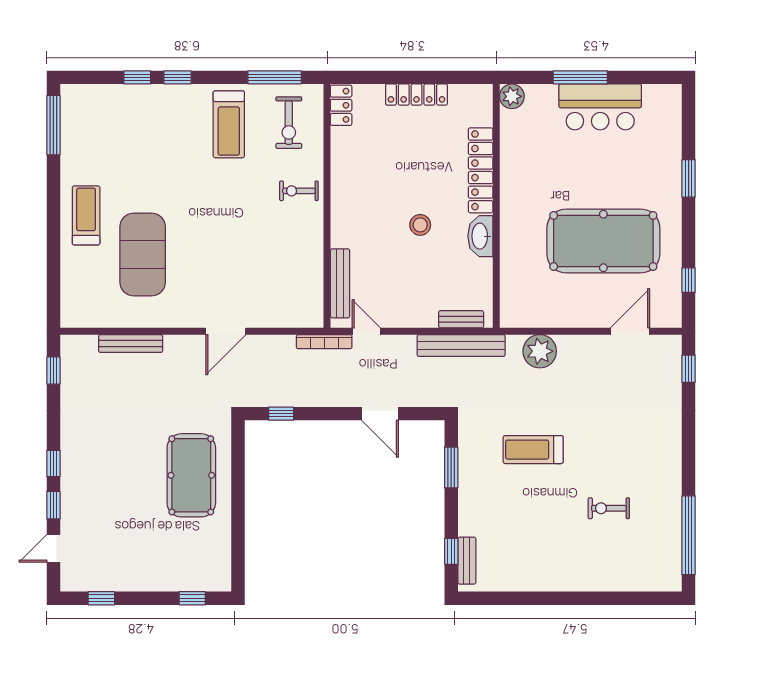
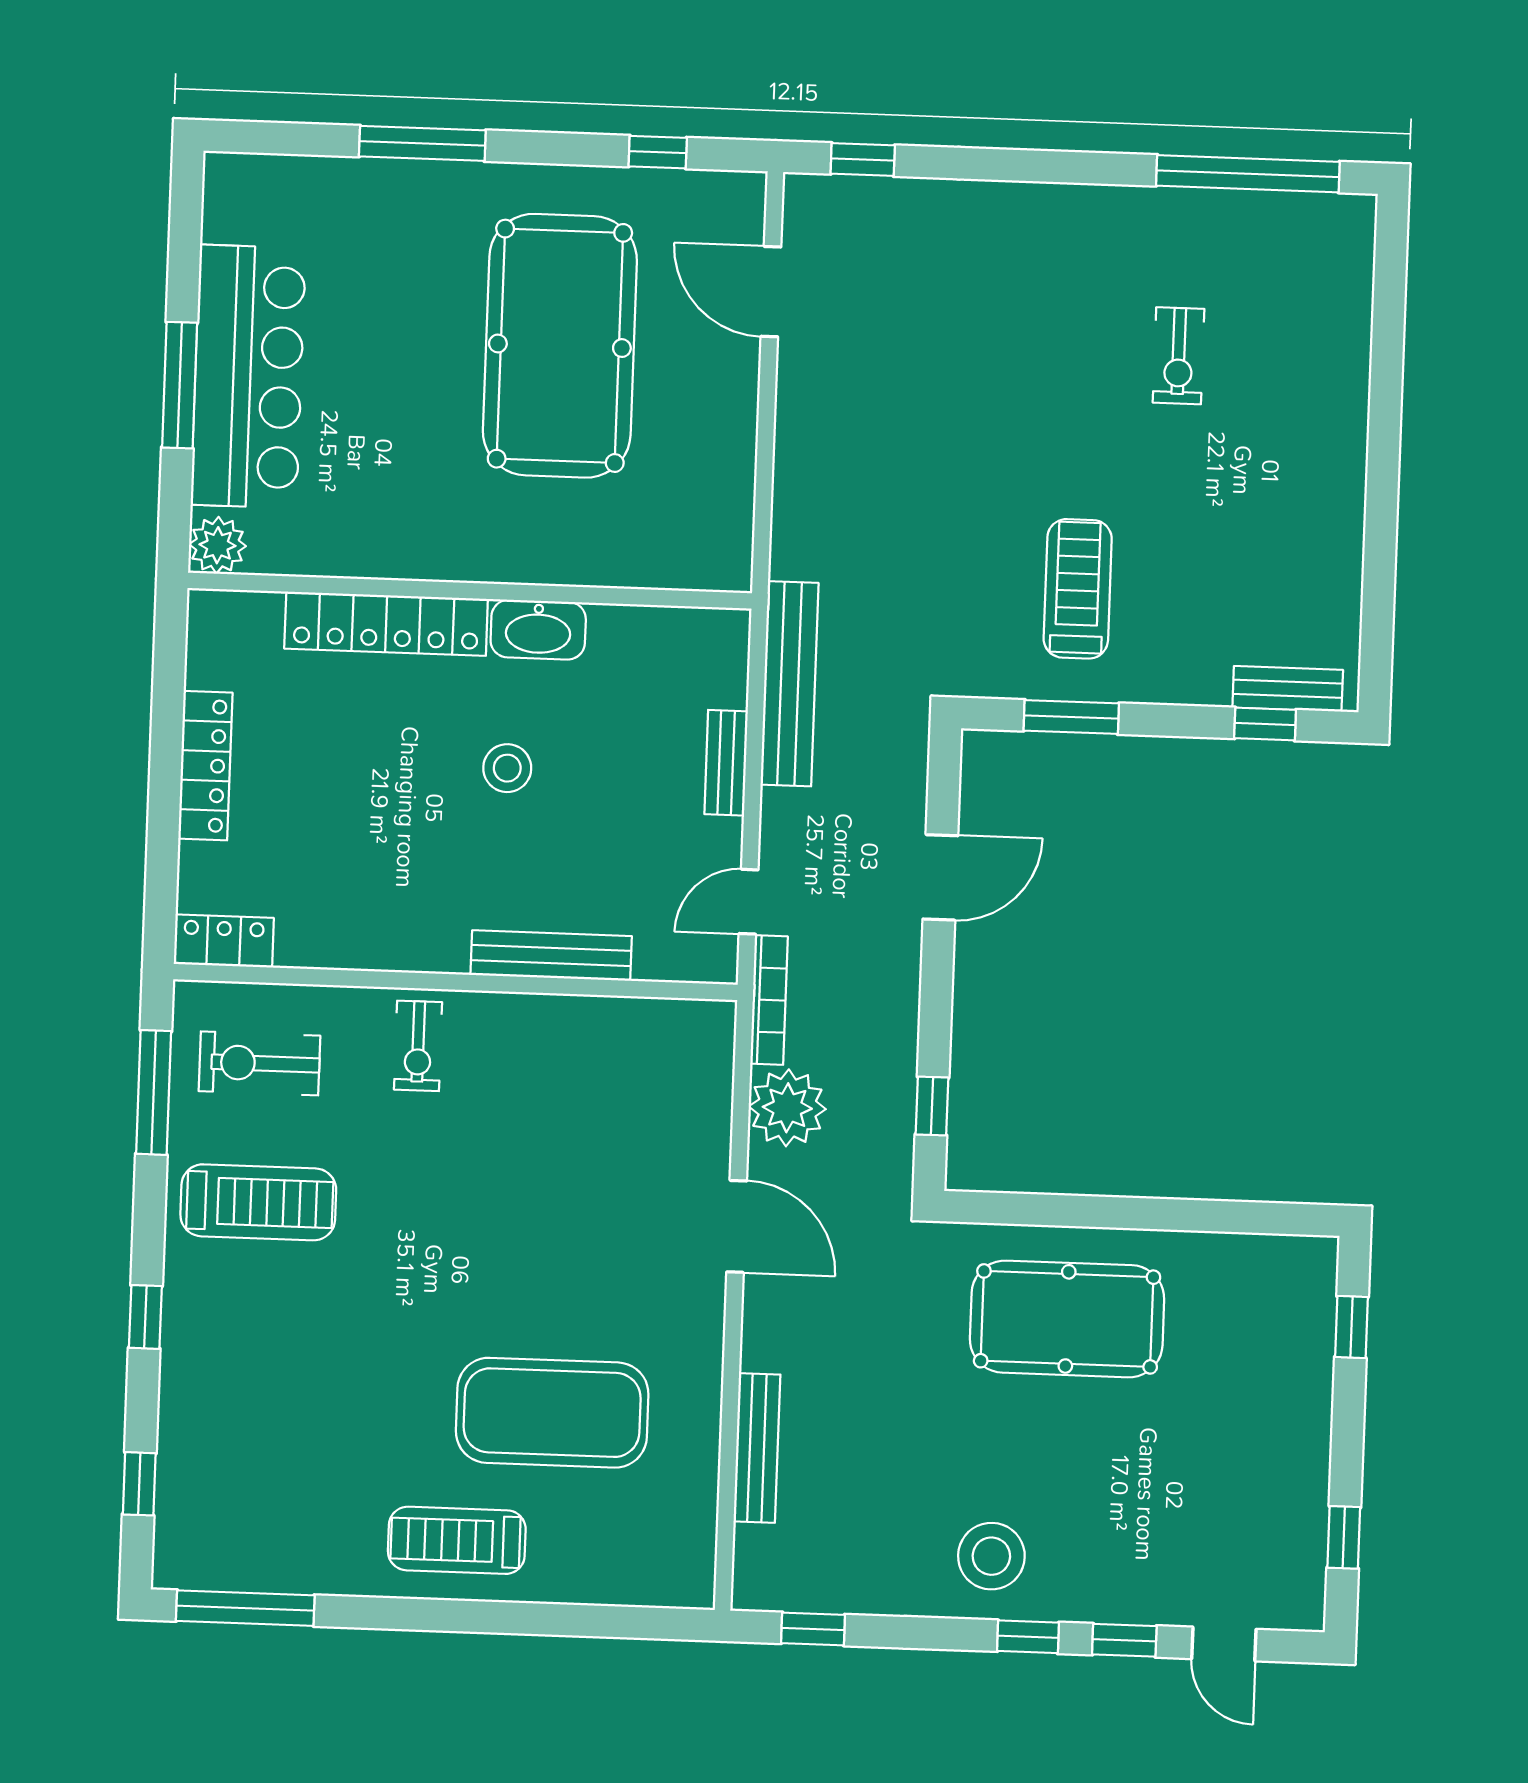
window: (137, 77) -> (139, 1484), moved
bar counter: (600, 107) -> (248, 376), width x1.36
exercise bike: (289, 123) -> (259, 1063), turned 180
window: (689, 178) -> (422, 143), width x1.44
bench: (340, 283) -> (551, 956), moved
bench: (461, 319) -> (726, 763), moved
plant: (540, 351) -> (787, 1108), moved
stool: (88, 446) -> (991, 1556), added
treadmill: (533, 450) -> (1078, 589), moved, turned 180

